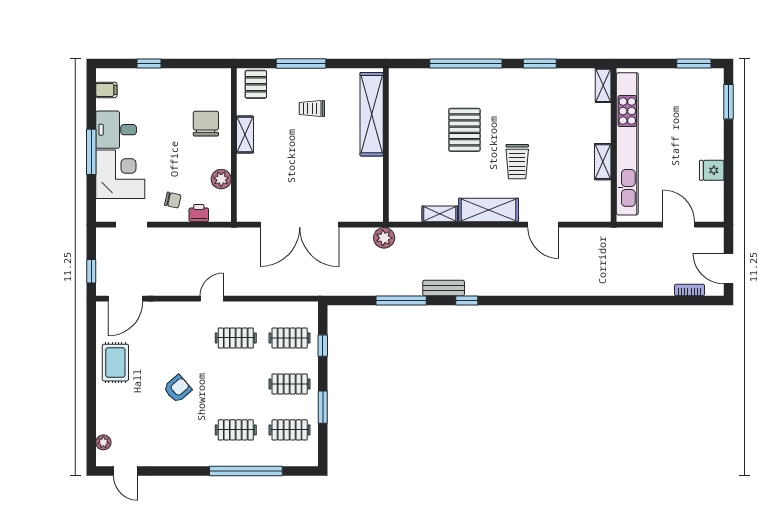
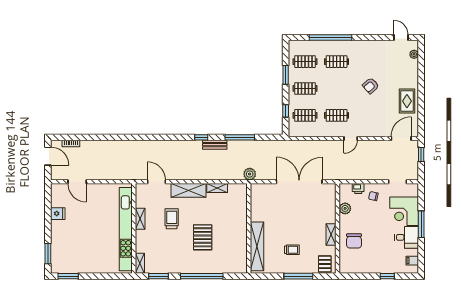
shelving: (603, 85) -> (140, 263), moved
kitchen unit: (627, 144) -> (126, 229), moved
wall: (614, 145) -> (134, 228), moved
shelving: (603, 162) -> (140, 219), moved

